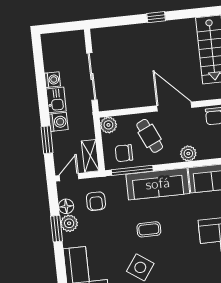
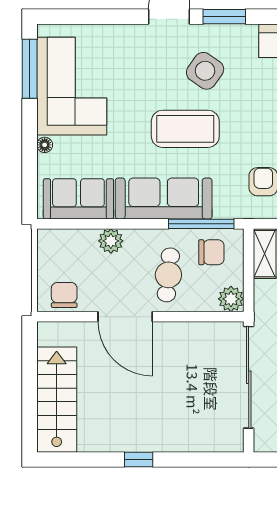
sliding door: (92, 77) -> (249, 377), width x1.36
cafe table: (150, 136) -> (168, 275), turned 31
coffee table: (149, 229) -> (185, 129), width x1.86, depth x1.72

